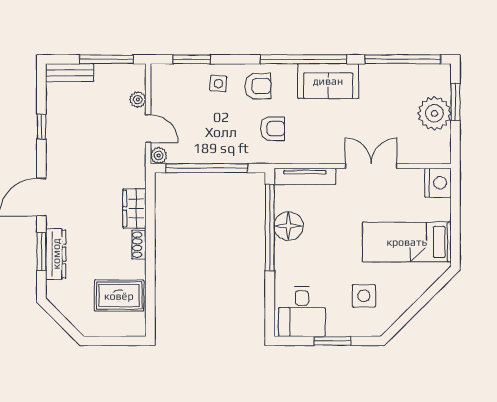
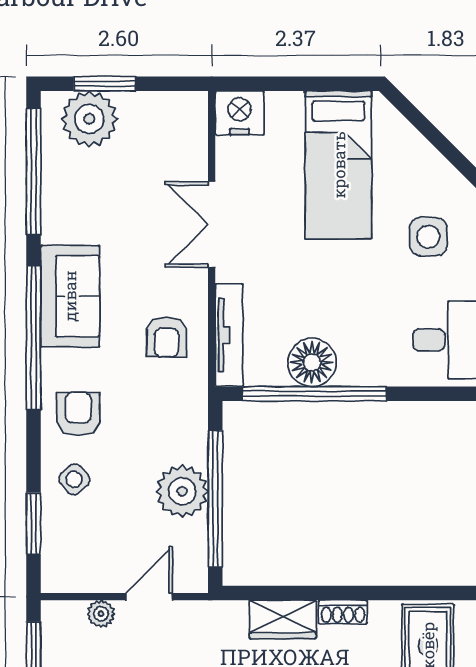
side table: (218, 84) -> (74, 479), turned 45
plant: (434, 113) -> (89, 119), moved
armchair: (273, 129) -> (166, 337), moved, turned 180
plant: (159, 156) -> (182, 491), moved, width x1.87, depth x1.87

